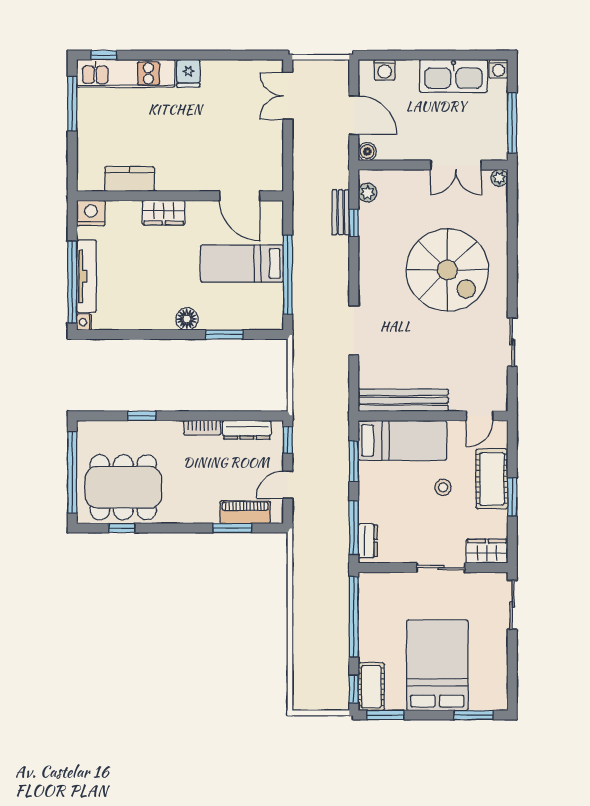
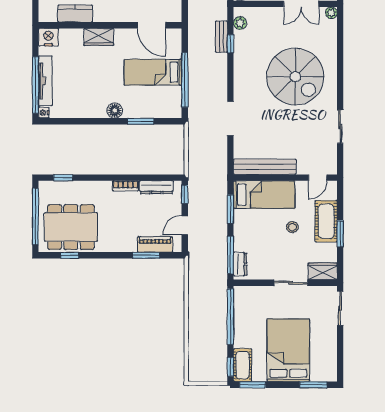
window: (142, 416) -> (63, 178), moved

